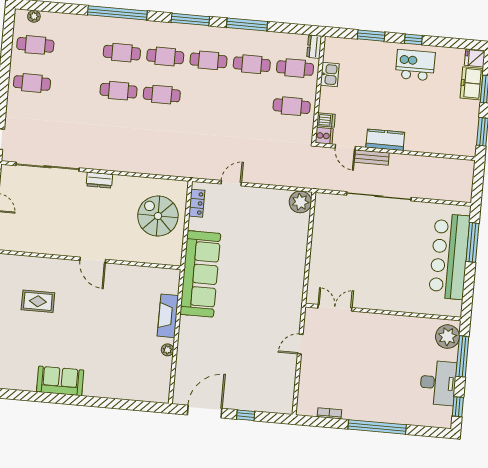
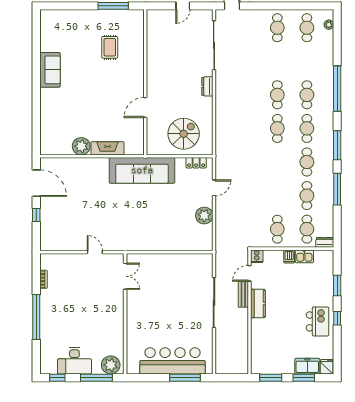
dishwasher: (326, 120) -> (289, 257), moved
door: (231, 183) -> (214, 188), hinge flipped
plant: (300, 202) -> (204, 216), moved
door: (93, 260) -> (145, 107), moved
plant: (168, 350) -> (81, 146), width x1.87, depth x1.87

